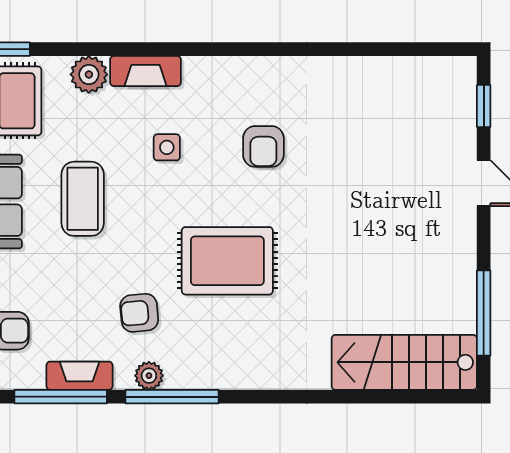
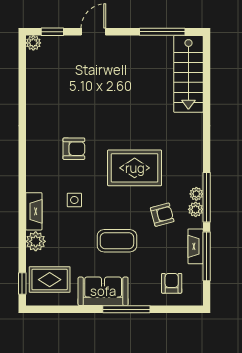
plant: (463, 70) -> (33, 43), added
coffee table: (83, 199) -> (117, 241), moved
rug: (227, 261) -> (135, 168), turned 90
armchair: (139, 313) -> (162, 215), turned -100
plant: (178, 377) -> (196, 194), added

